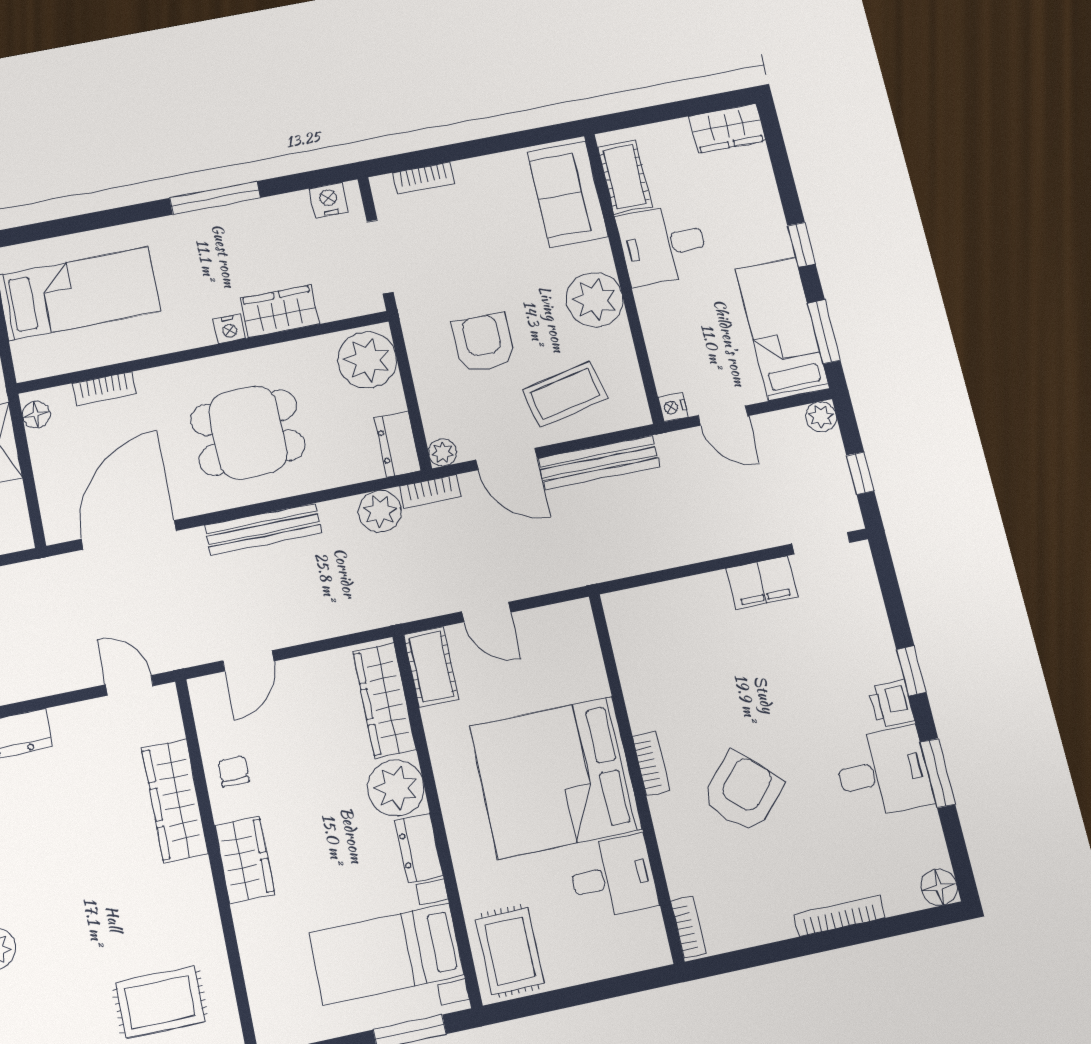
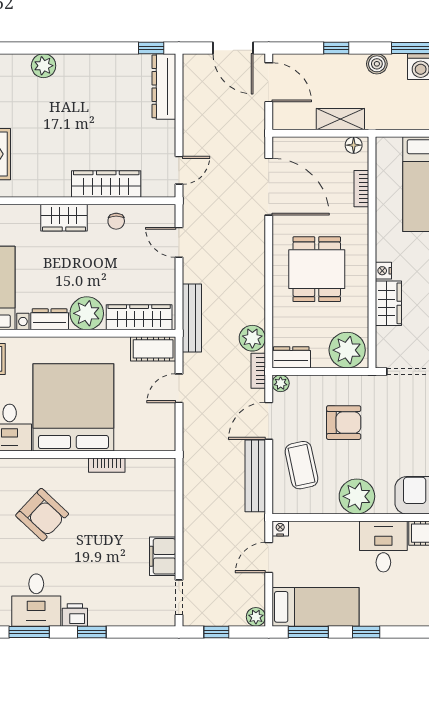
bench: (263, 529) -> (192, 318), moved
bookcase: (651, 763) -> (107, 465), moved
chair: (234, 771) -> (116, 221), turned 90

